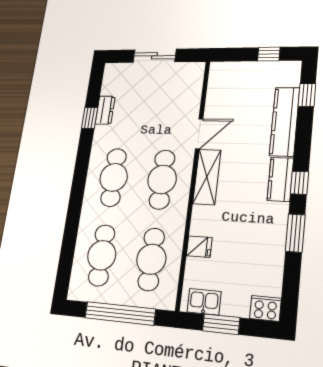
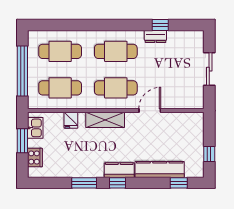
dresser: (105, 110) -> (155, 36), moved
door: (199, 134) -> (150, 111), swing flipped
shelving: (207, 177) -> (105, 120), moved
cooker: (265, 308) -> (35, 158), moved

